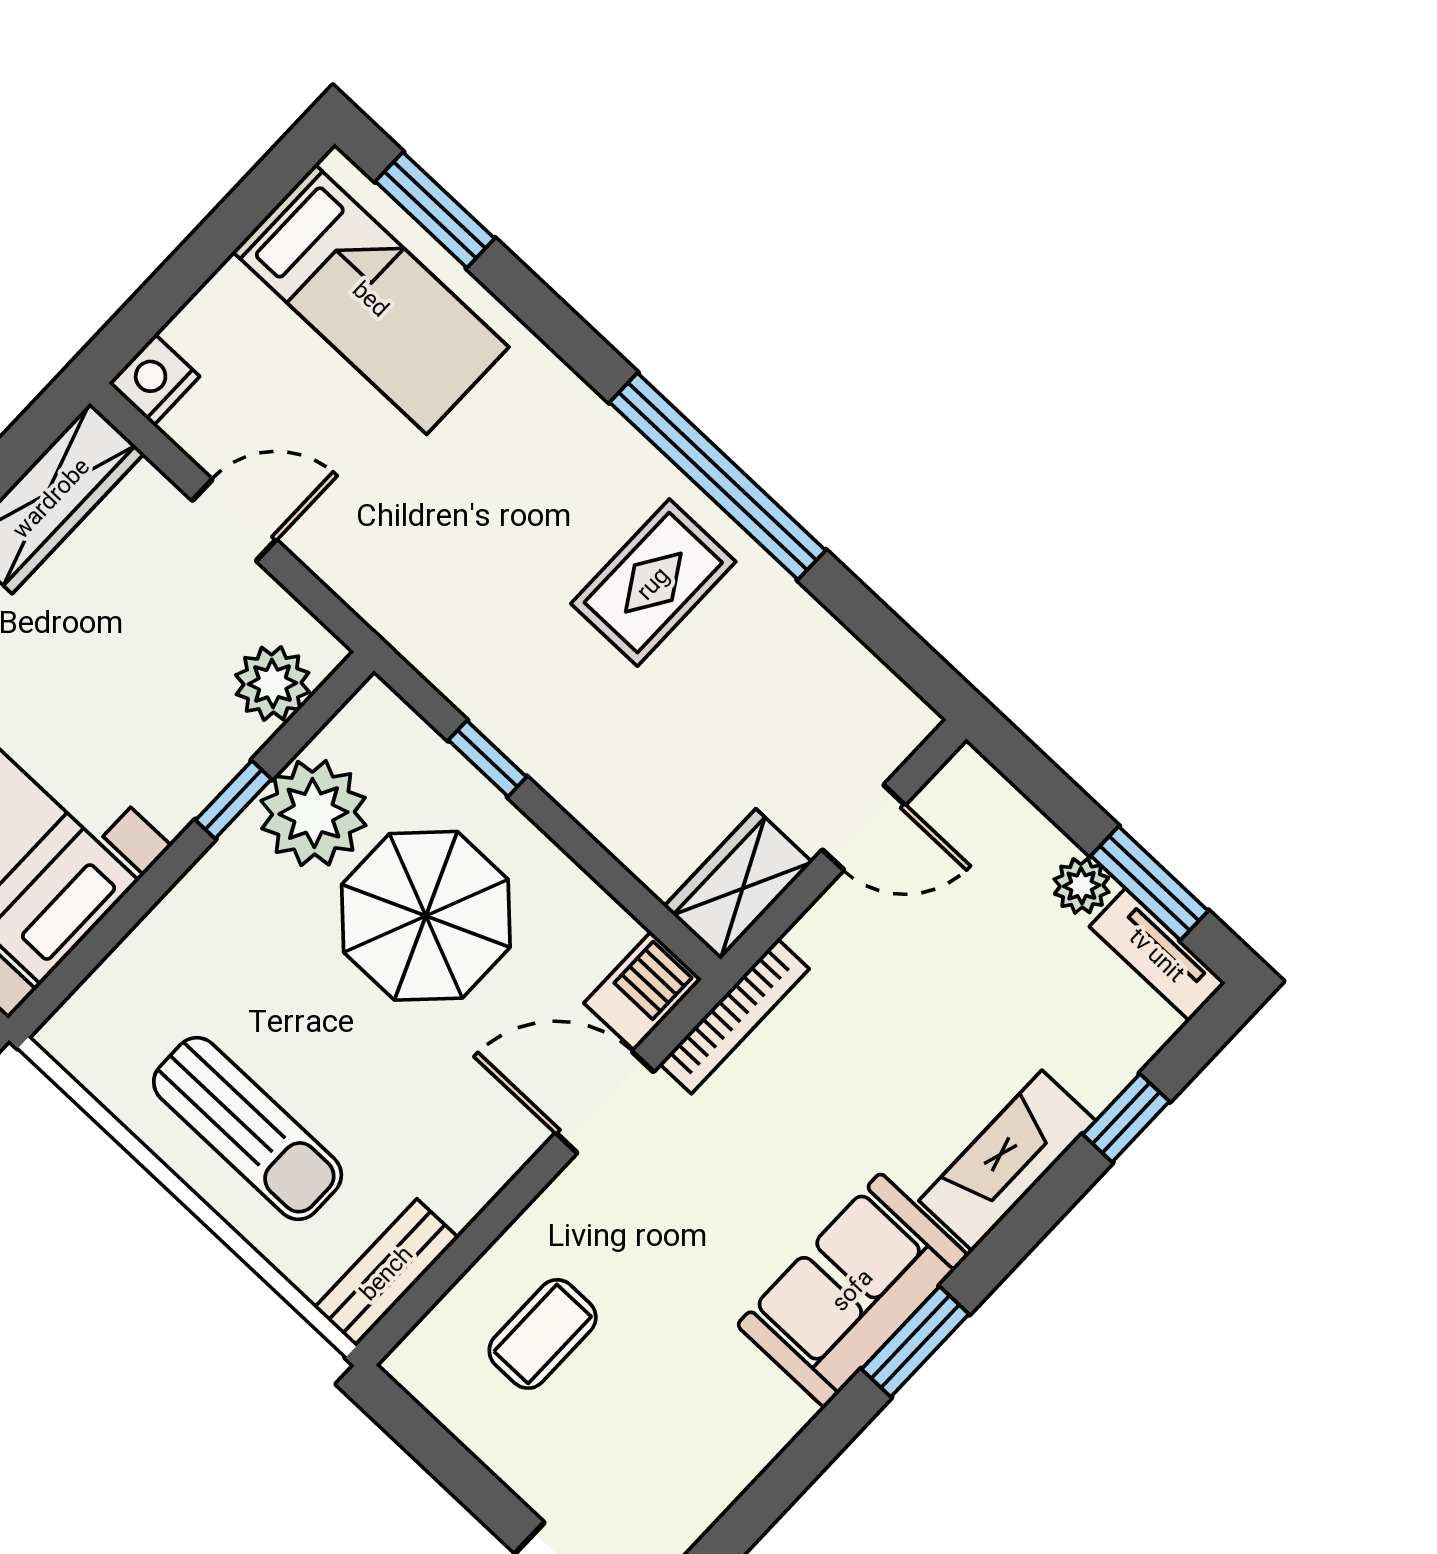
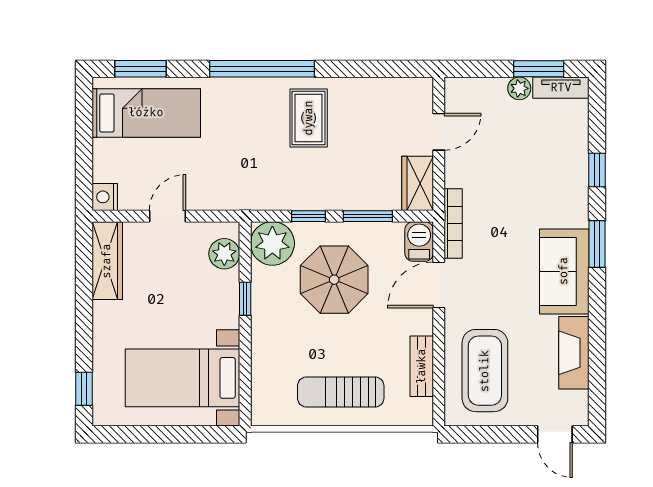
window: (718, 476) -> (262, 69), moved
plant: (313, 813) -> (272, 243), moved
window: (594, 859) -> (368, 216), added
window: (1126, 1118) -> (597, 170), moved
sun lounger: (248, 1129) -> (341, 392), turned 180
fireplace: (1007, 1161) -> (574, 353), moved
bench: (386, 1273) -> (422, 366), moved
coffee table: (543, 1334) -> (485, 371), width x1.86, depth x1.72
window: (915, 1342) -> (597, 244), moved

